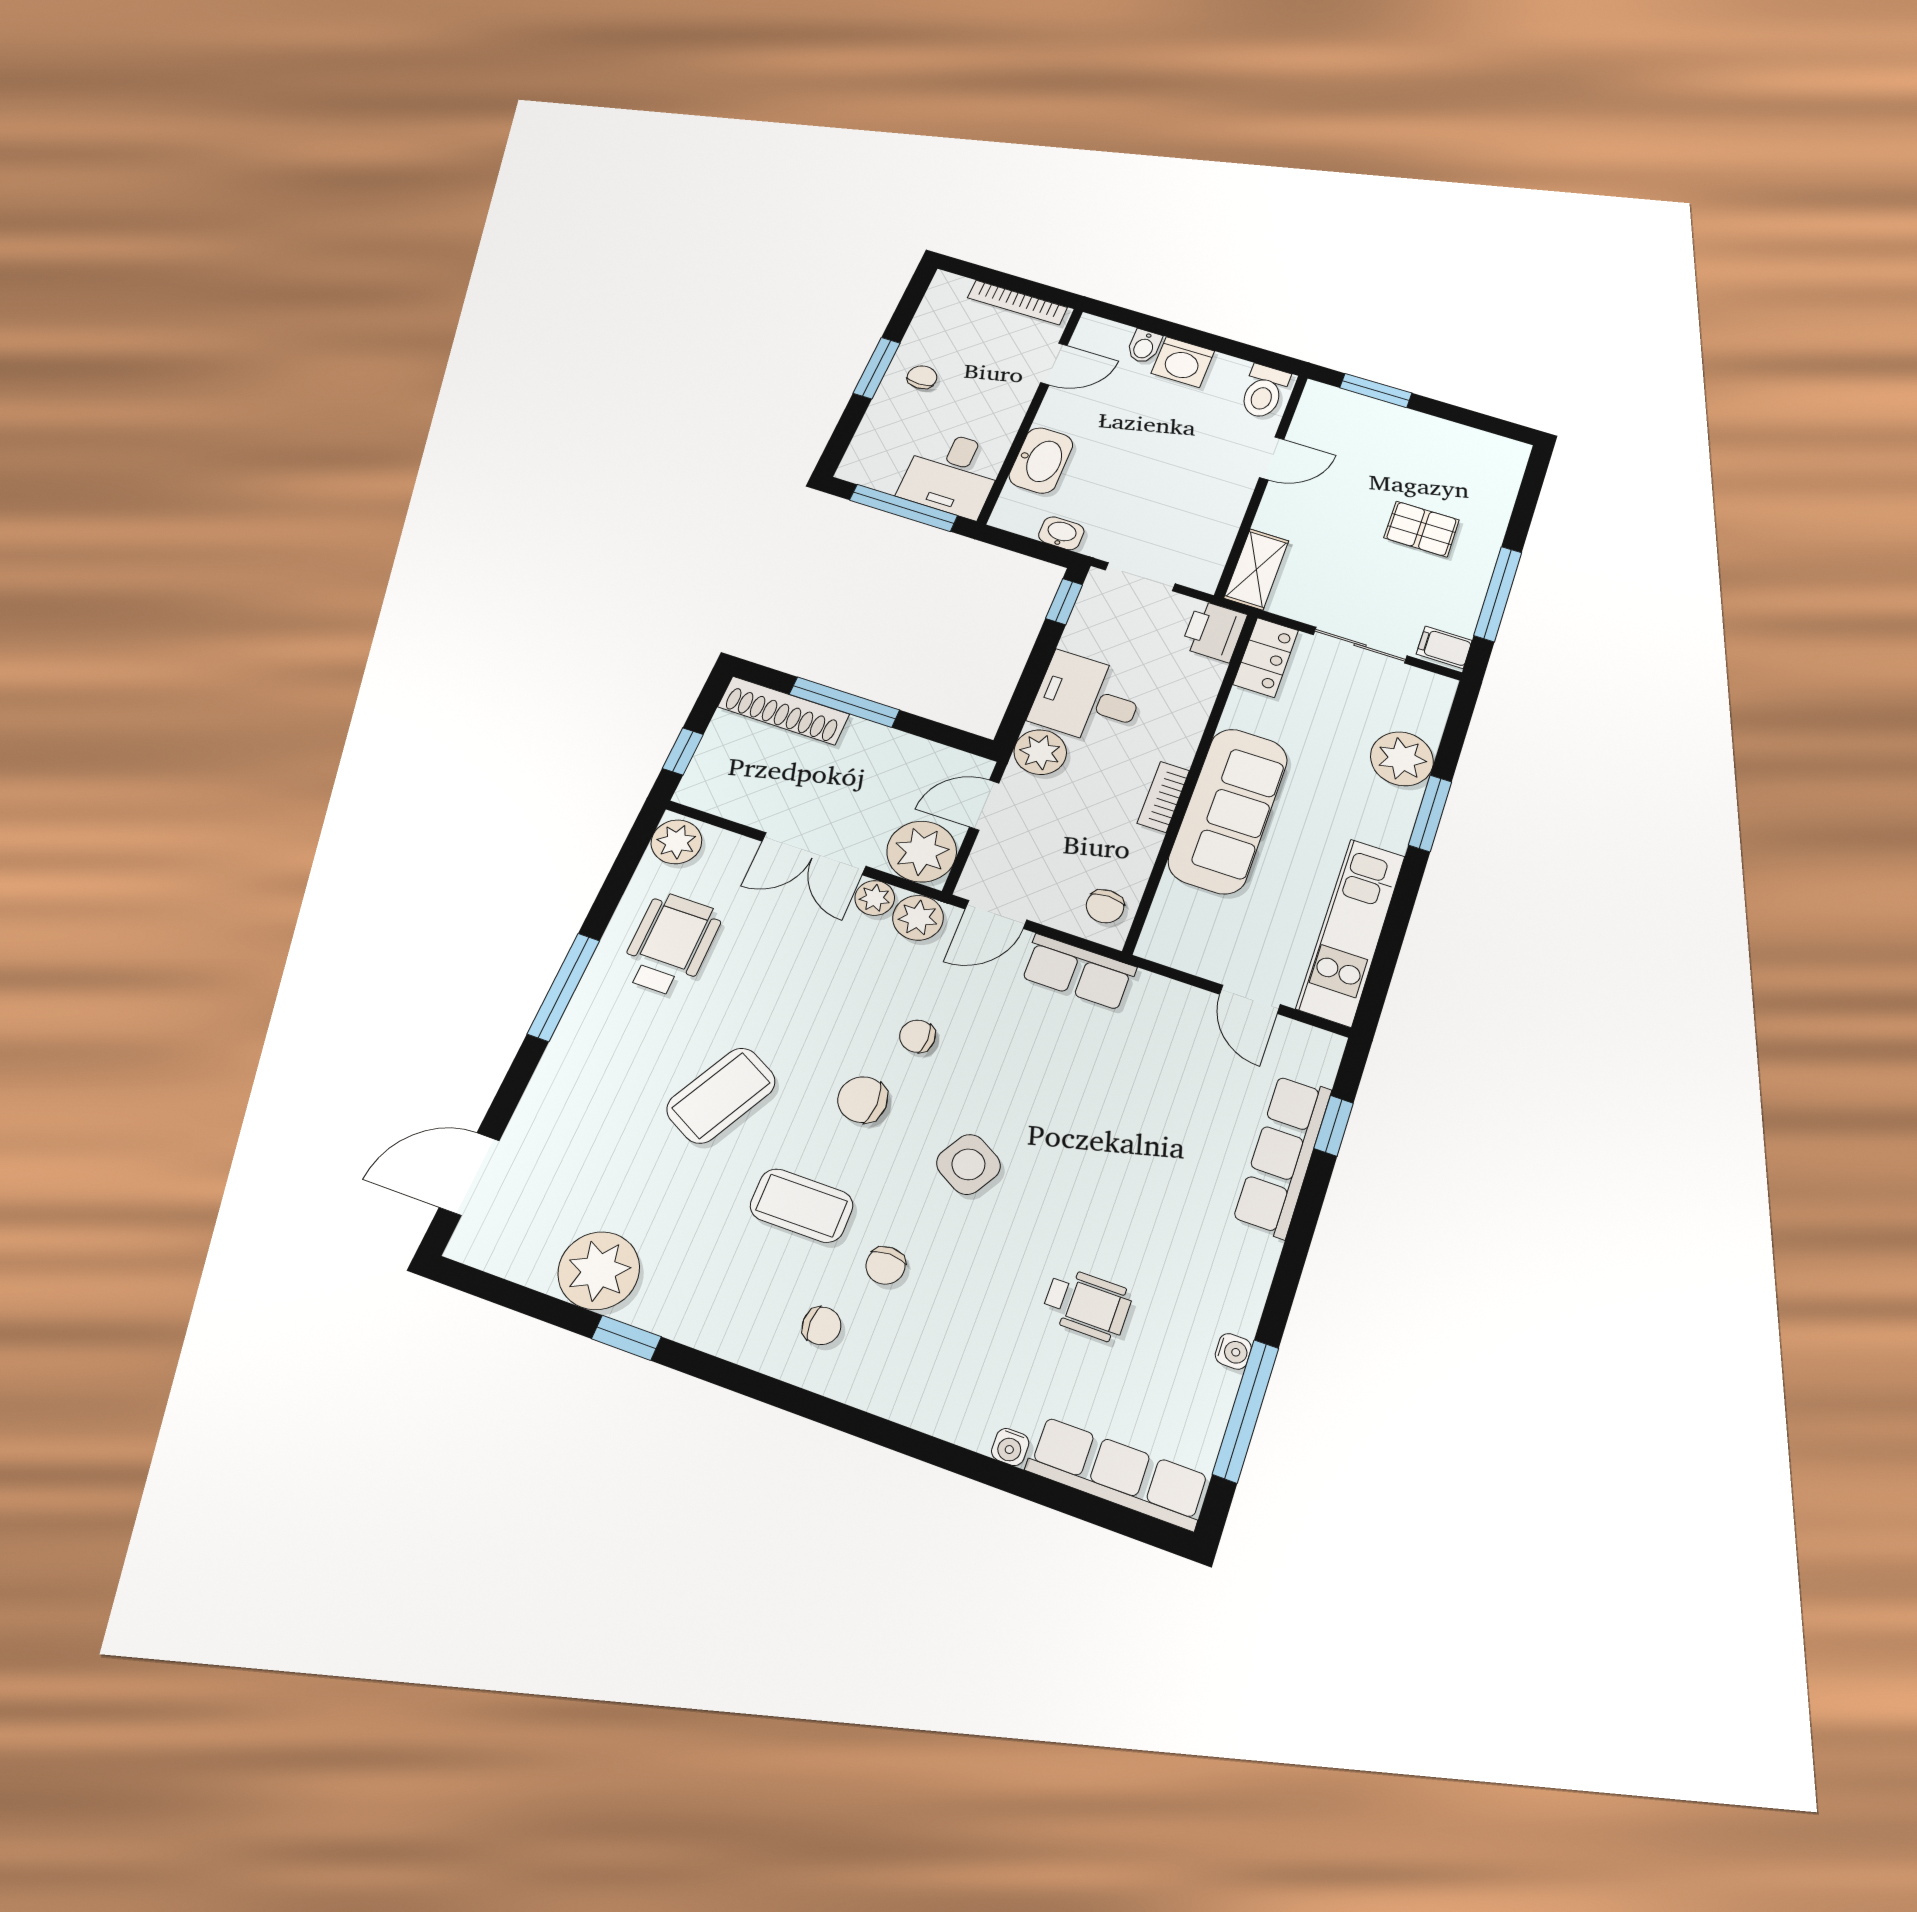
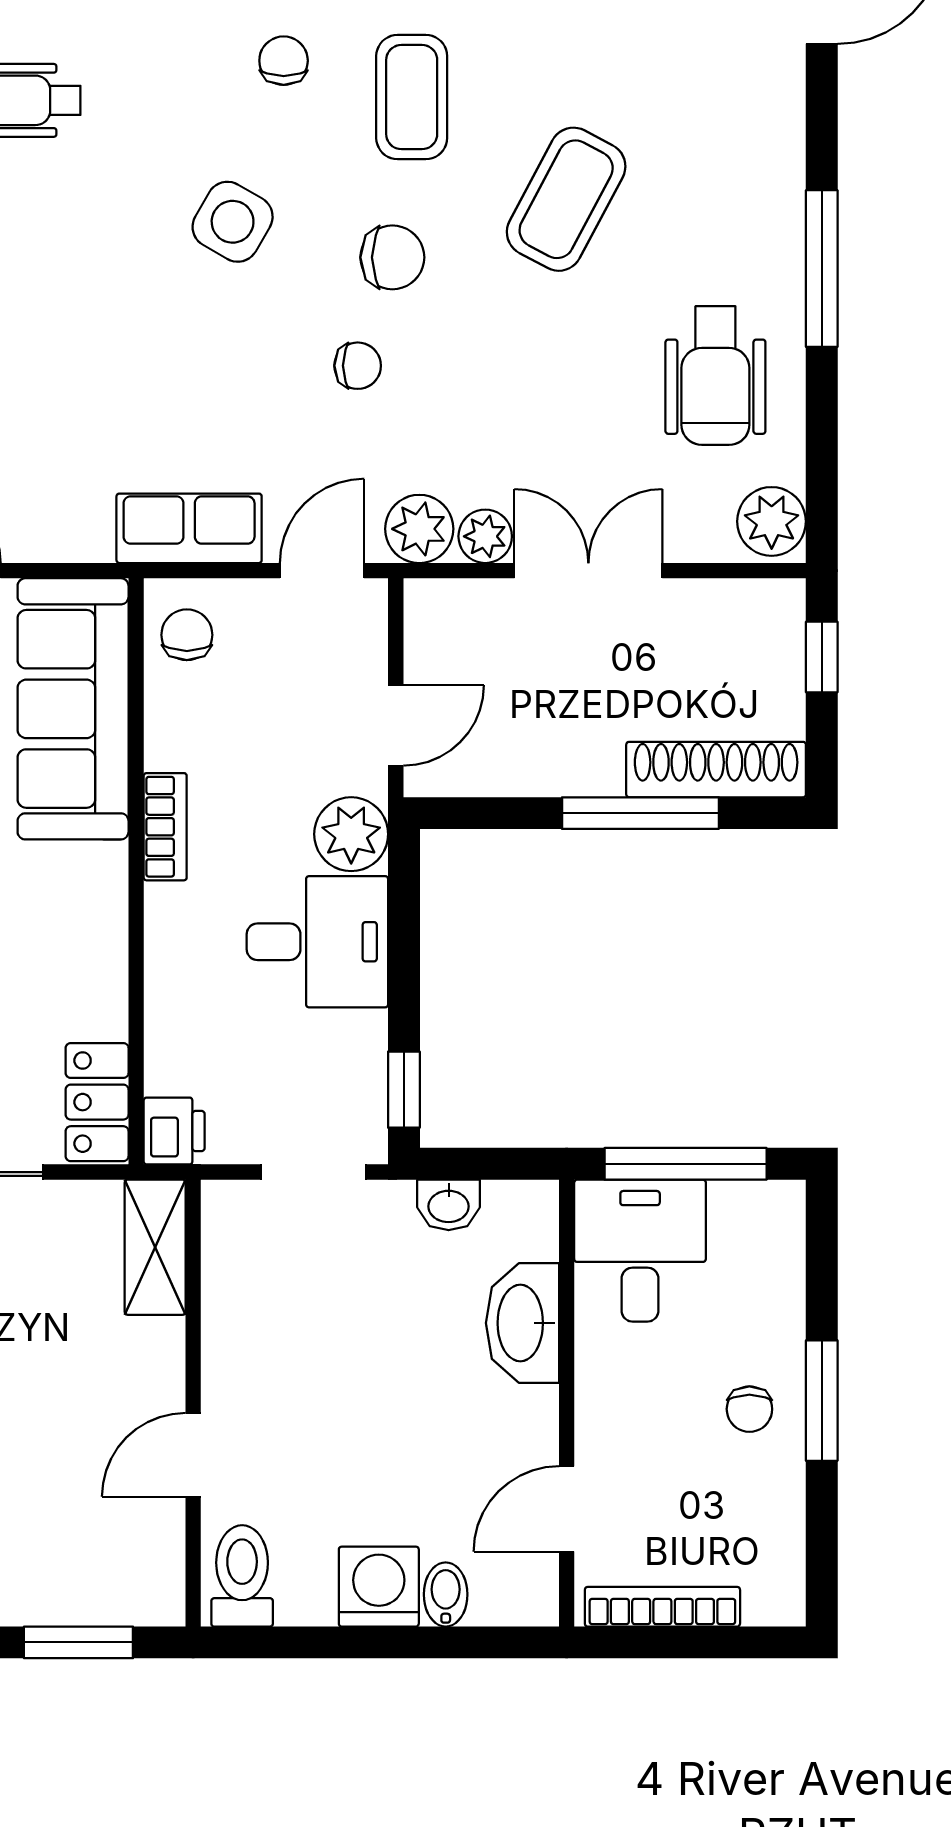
printer: (1214, 631) -> (174, 1131), width x0.73, depth x0.81
sofa: (1228, 810) -> (73, 709), moved
plant: (922, 851) -> (451, 626), removed
coffee table: (802, 1206) -> (412, 97), turned 90

